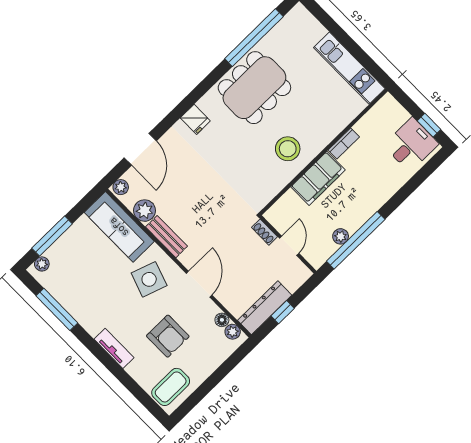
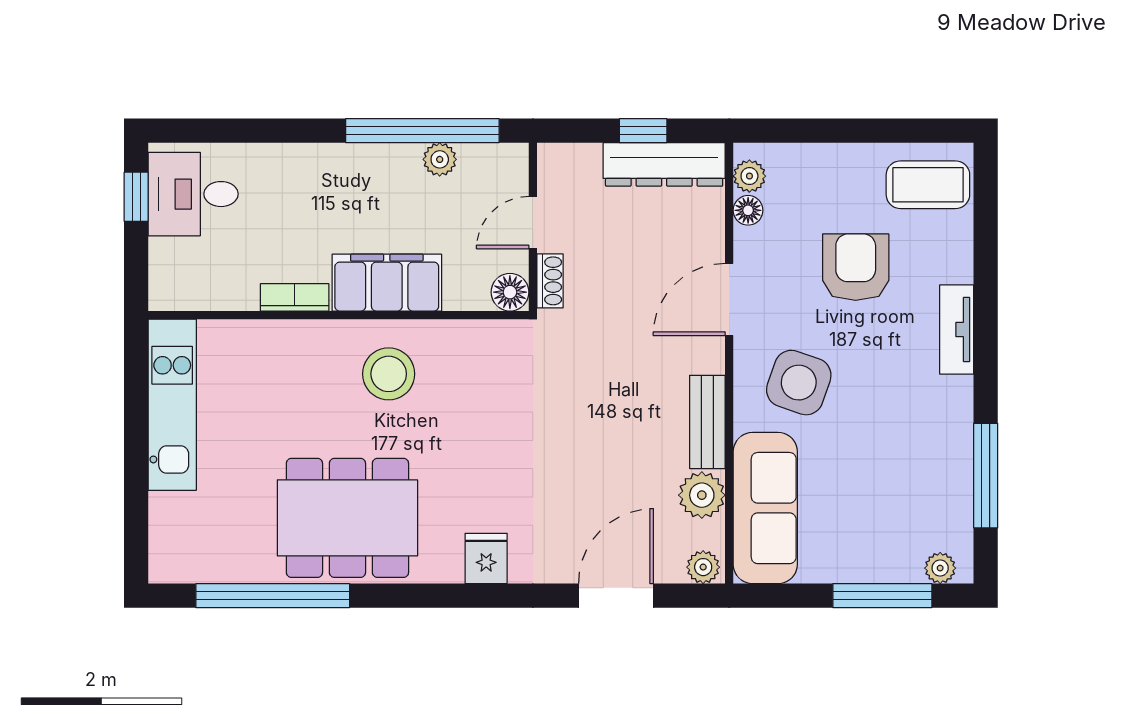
floor lamp: (274, 215) -> (510, 292), added

